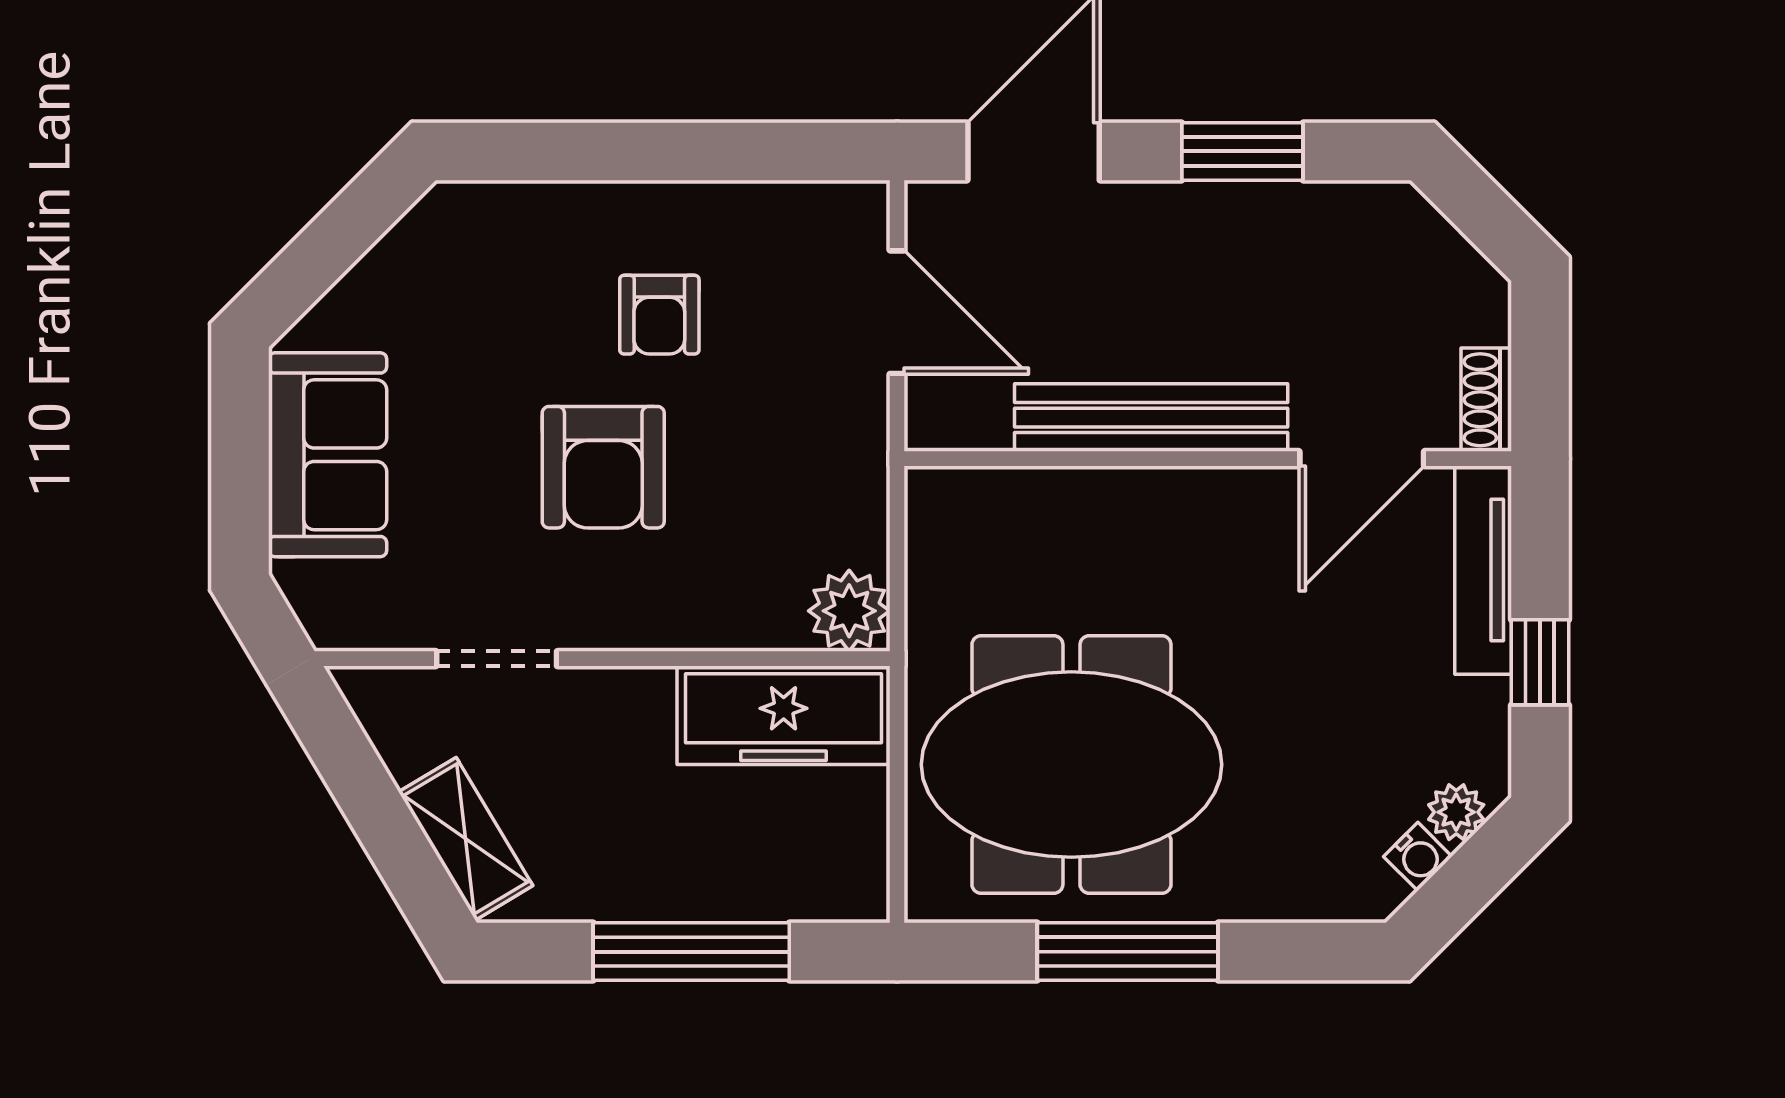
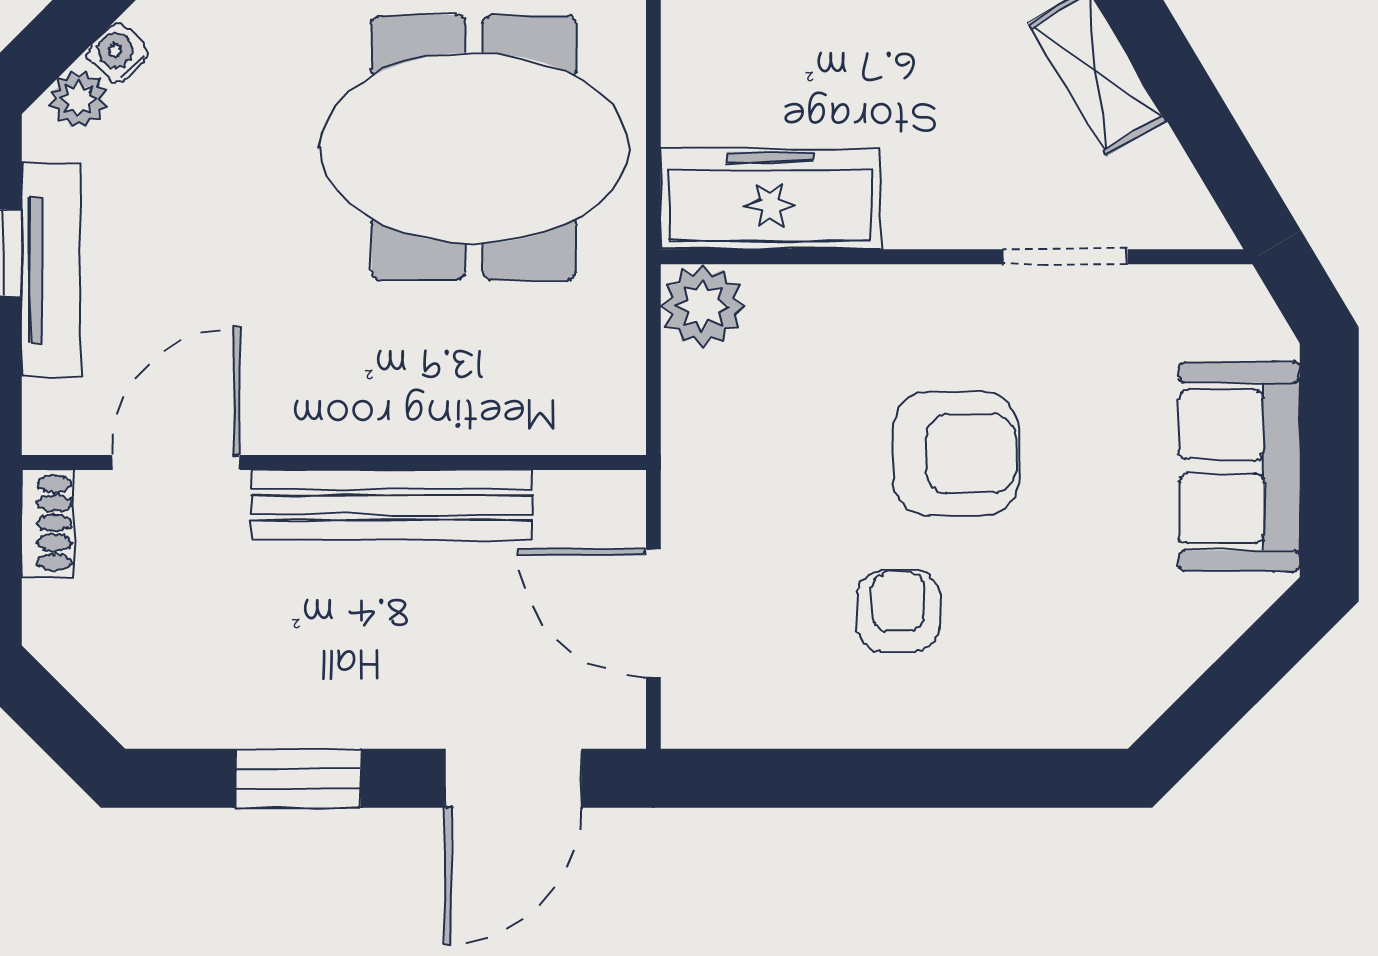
armchair: (603, 467) -> (956, 454), turned 90
tv unit: (1483, 570) -> (51, 270), moved

